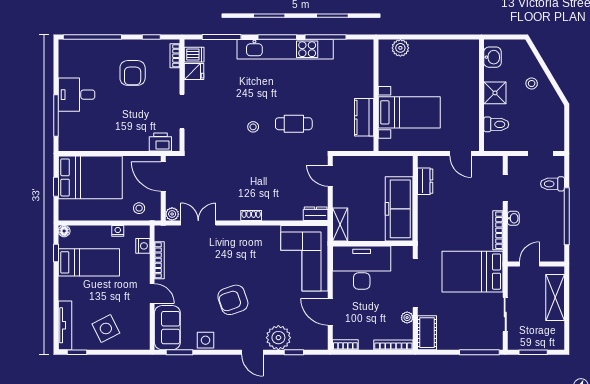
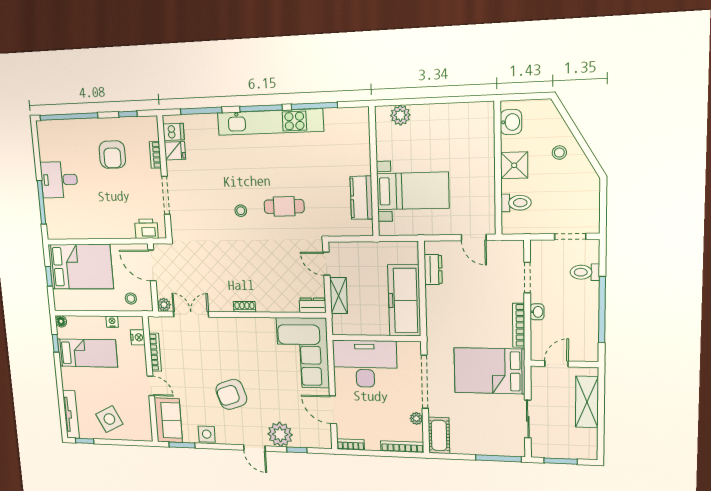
bookcase: (175, 56) -> (155, 155), moved
shelving: (340, 224) -> (339, 296), moved

